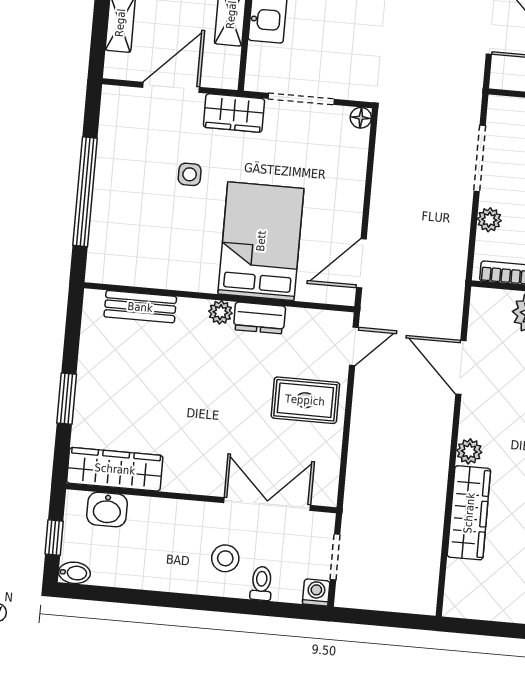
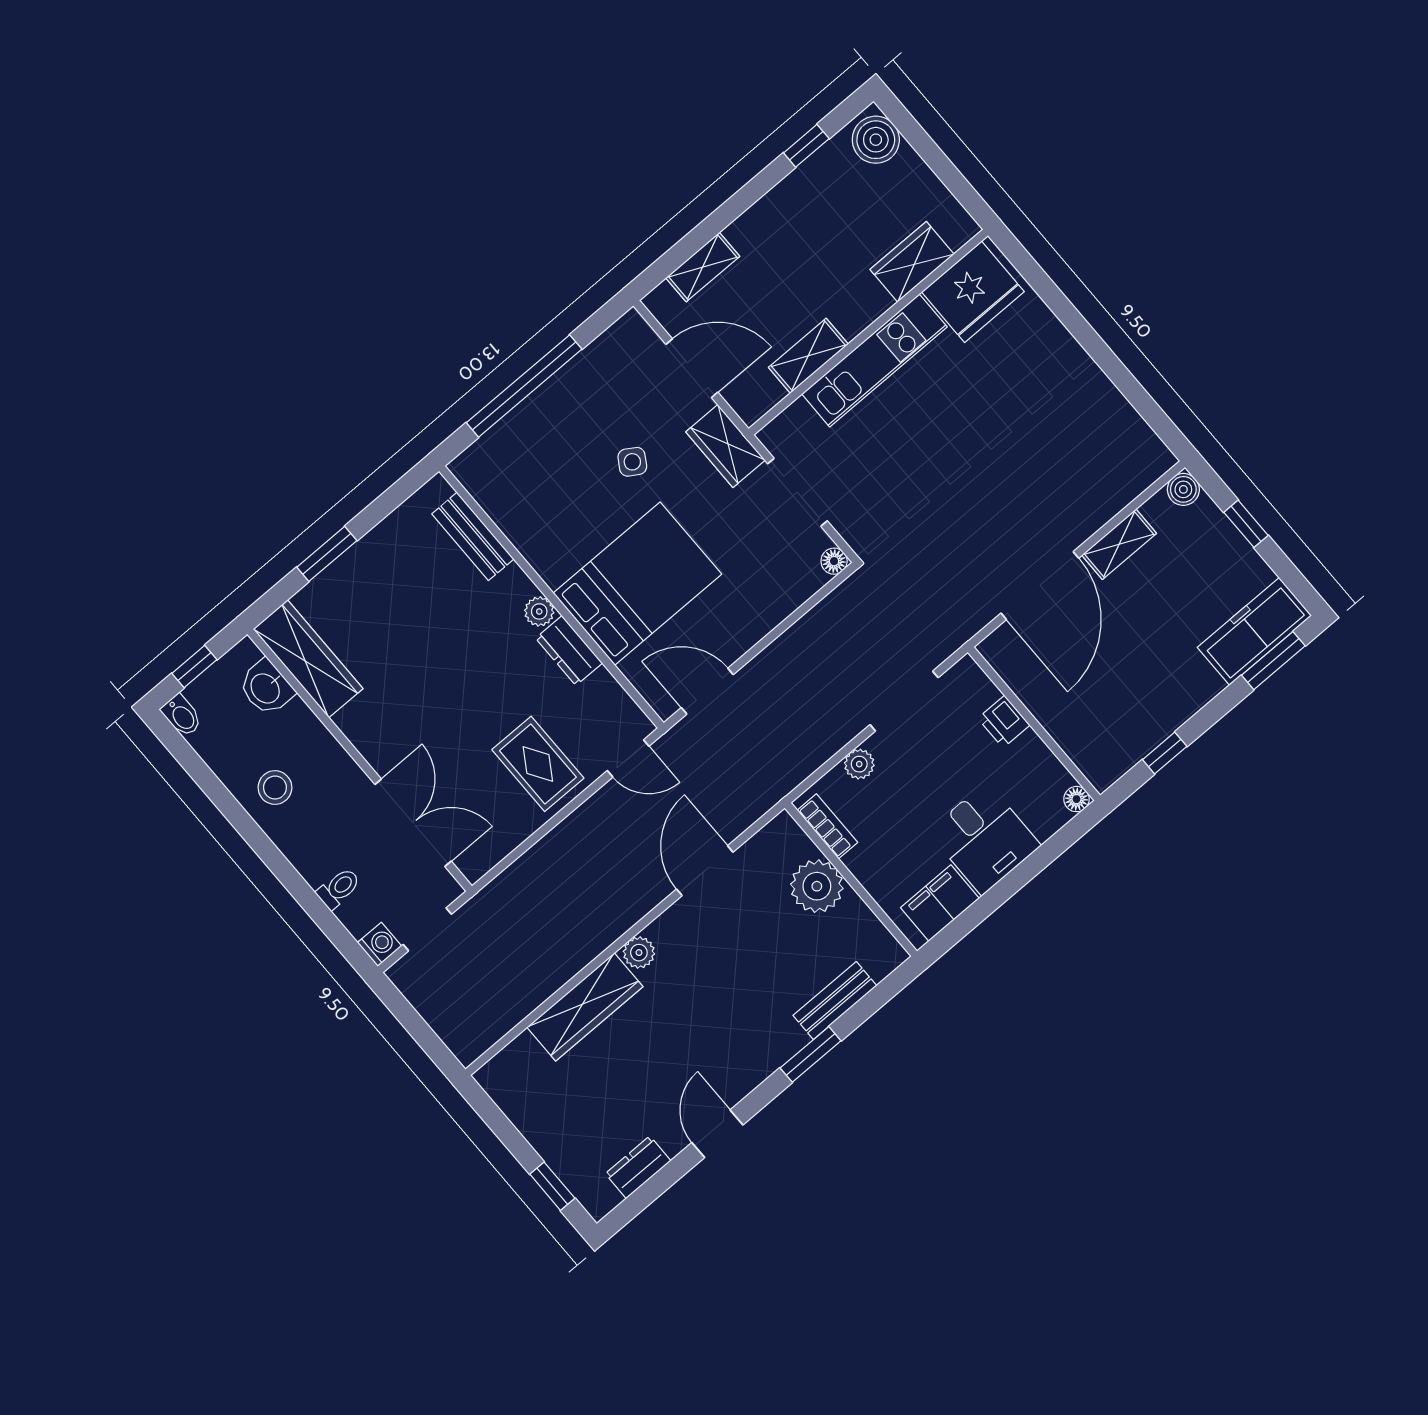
side table: (190, 174) -> (632, 462), turned 32
stool: (225, 558) -> (275, 788), moved

